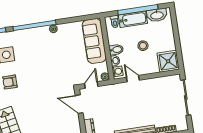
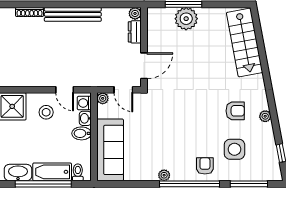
armchair: (25, 40) -> (205, 166), added
stool: (143, 46) -> (46, 112), moved
door: (91, 85) -> (123, 90), hinge flipped
door: (79, 104) -> (144, 66), hinge flipped

